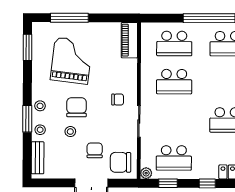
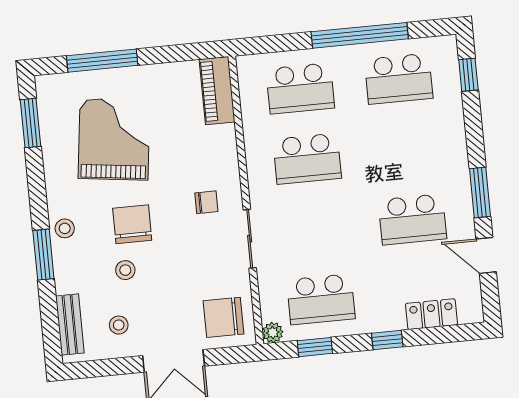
stool: (40, 130) -> (119, 325), moved
chair: (95, 150) -> (174, 300), removed

